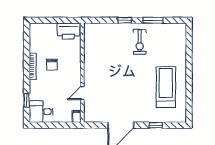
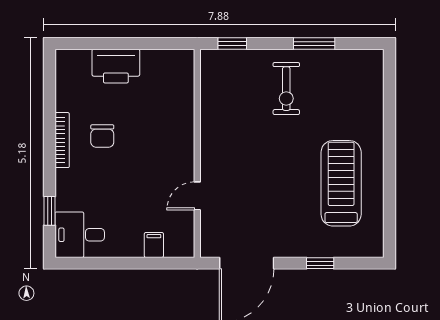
window: (125, 20) -> (232, 43), moved
printer: (68, 31) -> (116, 66), moved
wall: (82, 73) -> (197, 153), moved
door: (82, 93) -> (197, 196), moved

